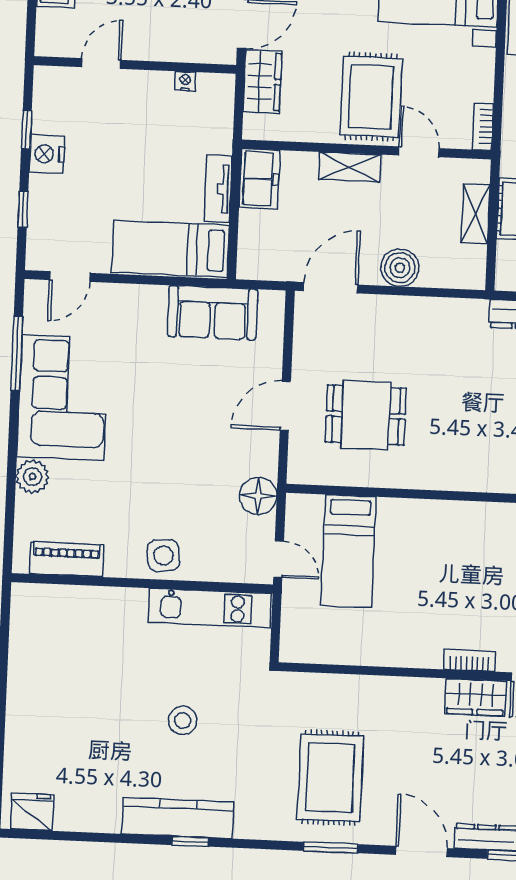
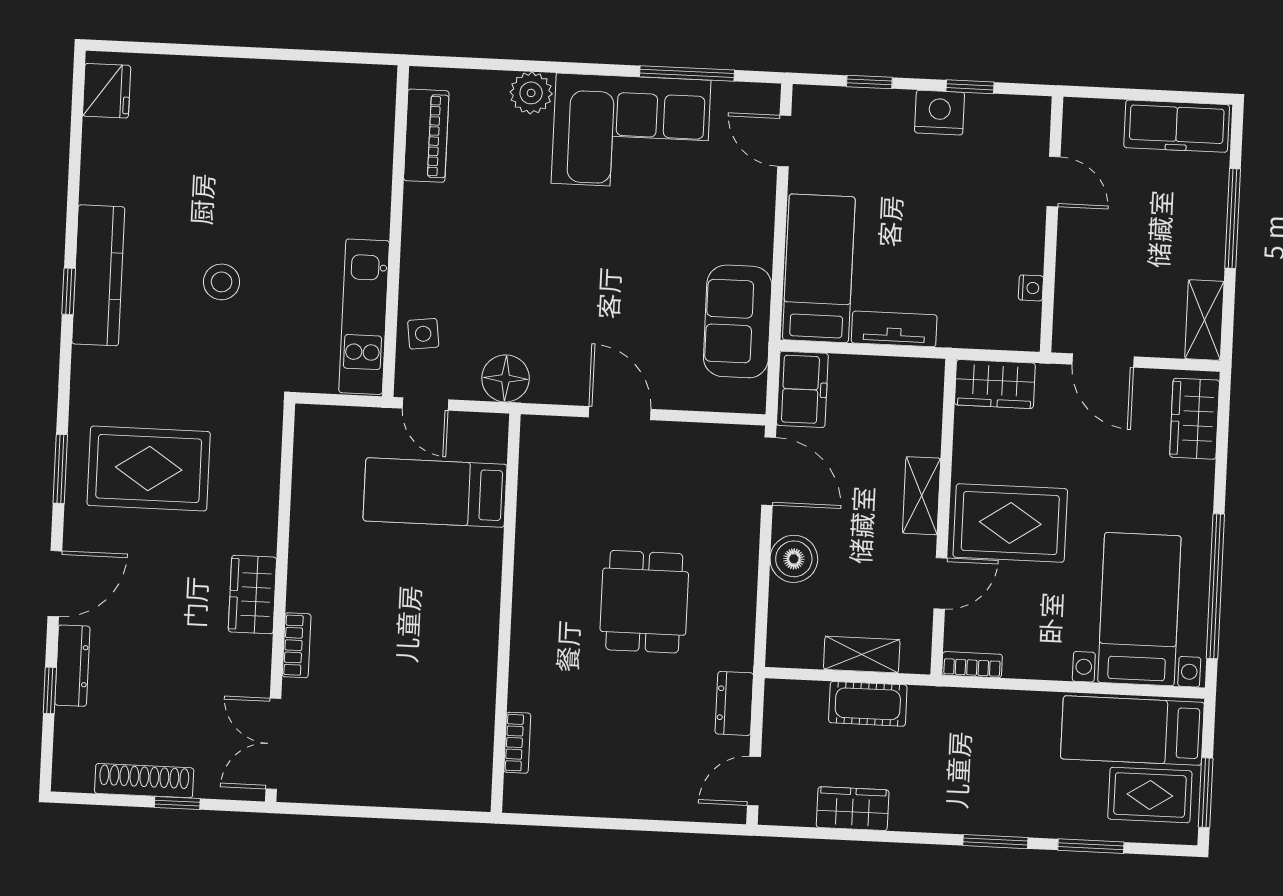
wardrobe: (262, 81) -> (995, 384), moved
freezer: (259, 179) -> (802, 389), moved, turned -90
dining table: (366, 415) -> (644, 602), moved
side table: (163, 555) -> (423, 334), moved, width x0.73, depth x0.73
door: (279, 559) -> (425, 404), hinge flipped
wardrobe: (475, 697) -> (252, 595), moved

